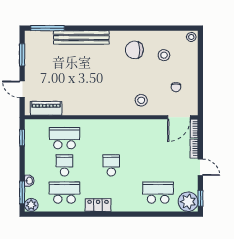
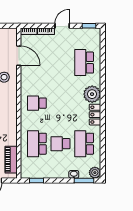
door: (179, 117) -> (19, 56), moved
school desk: (111, 165) -> (37, 103), moved
plant: (188, 202) -> (92, 94), moved

